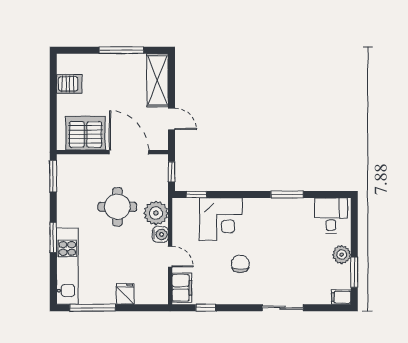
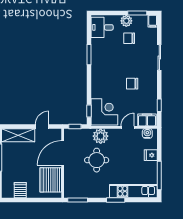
corner desk: (221, 219) -> (104, 112), moved
water cooler: (160, 234) -> (147, 133), moved
chair: (314, 259) -> (129, 38), added

